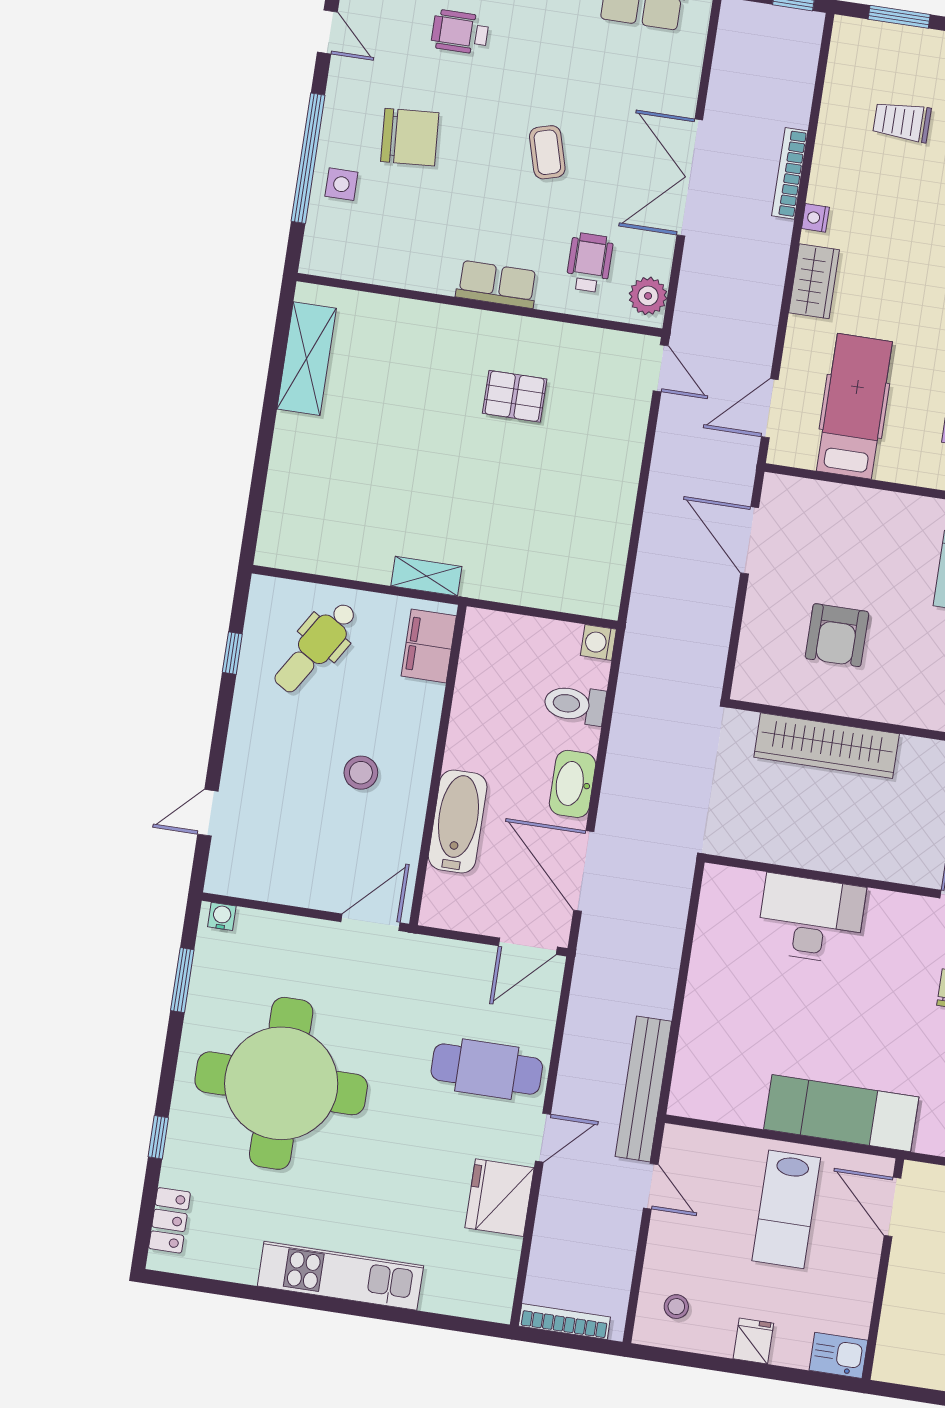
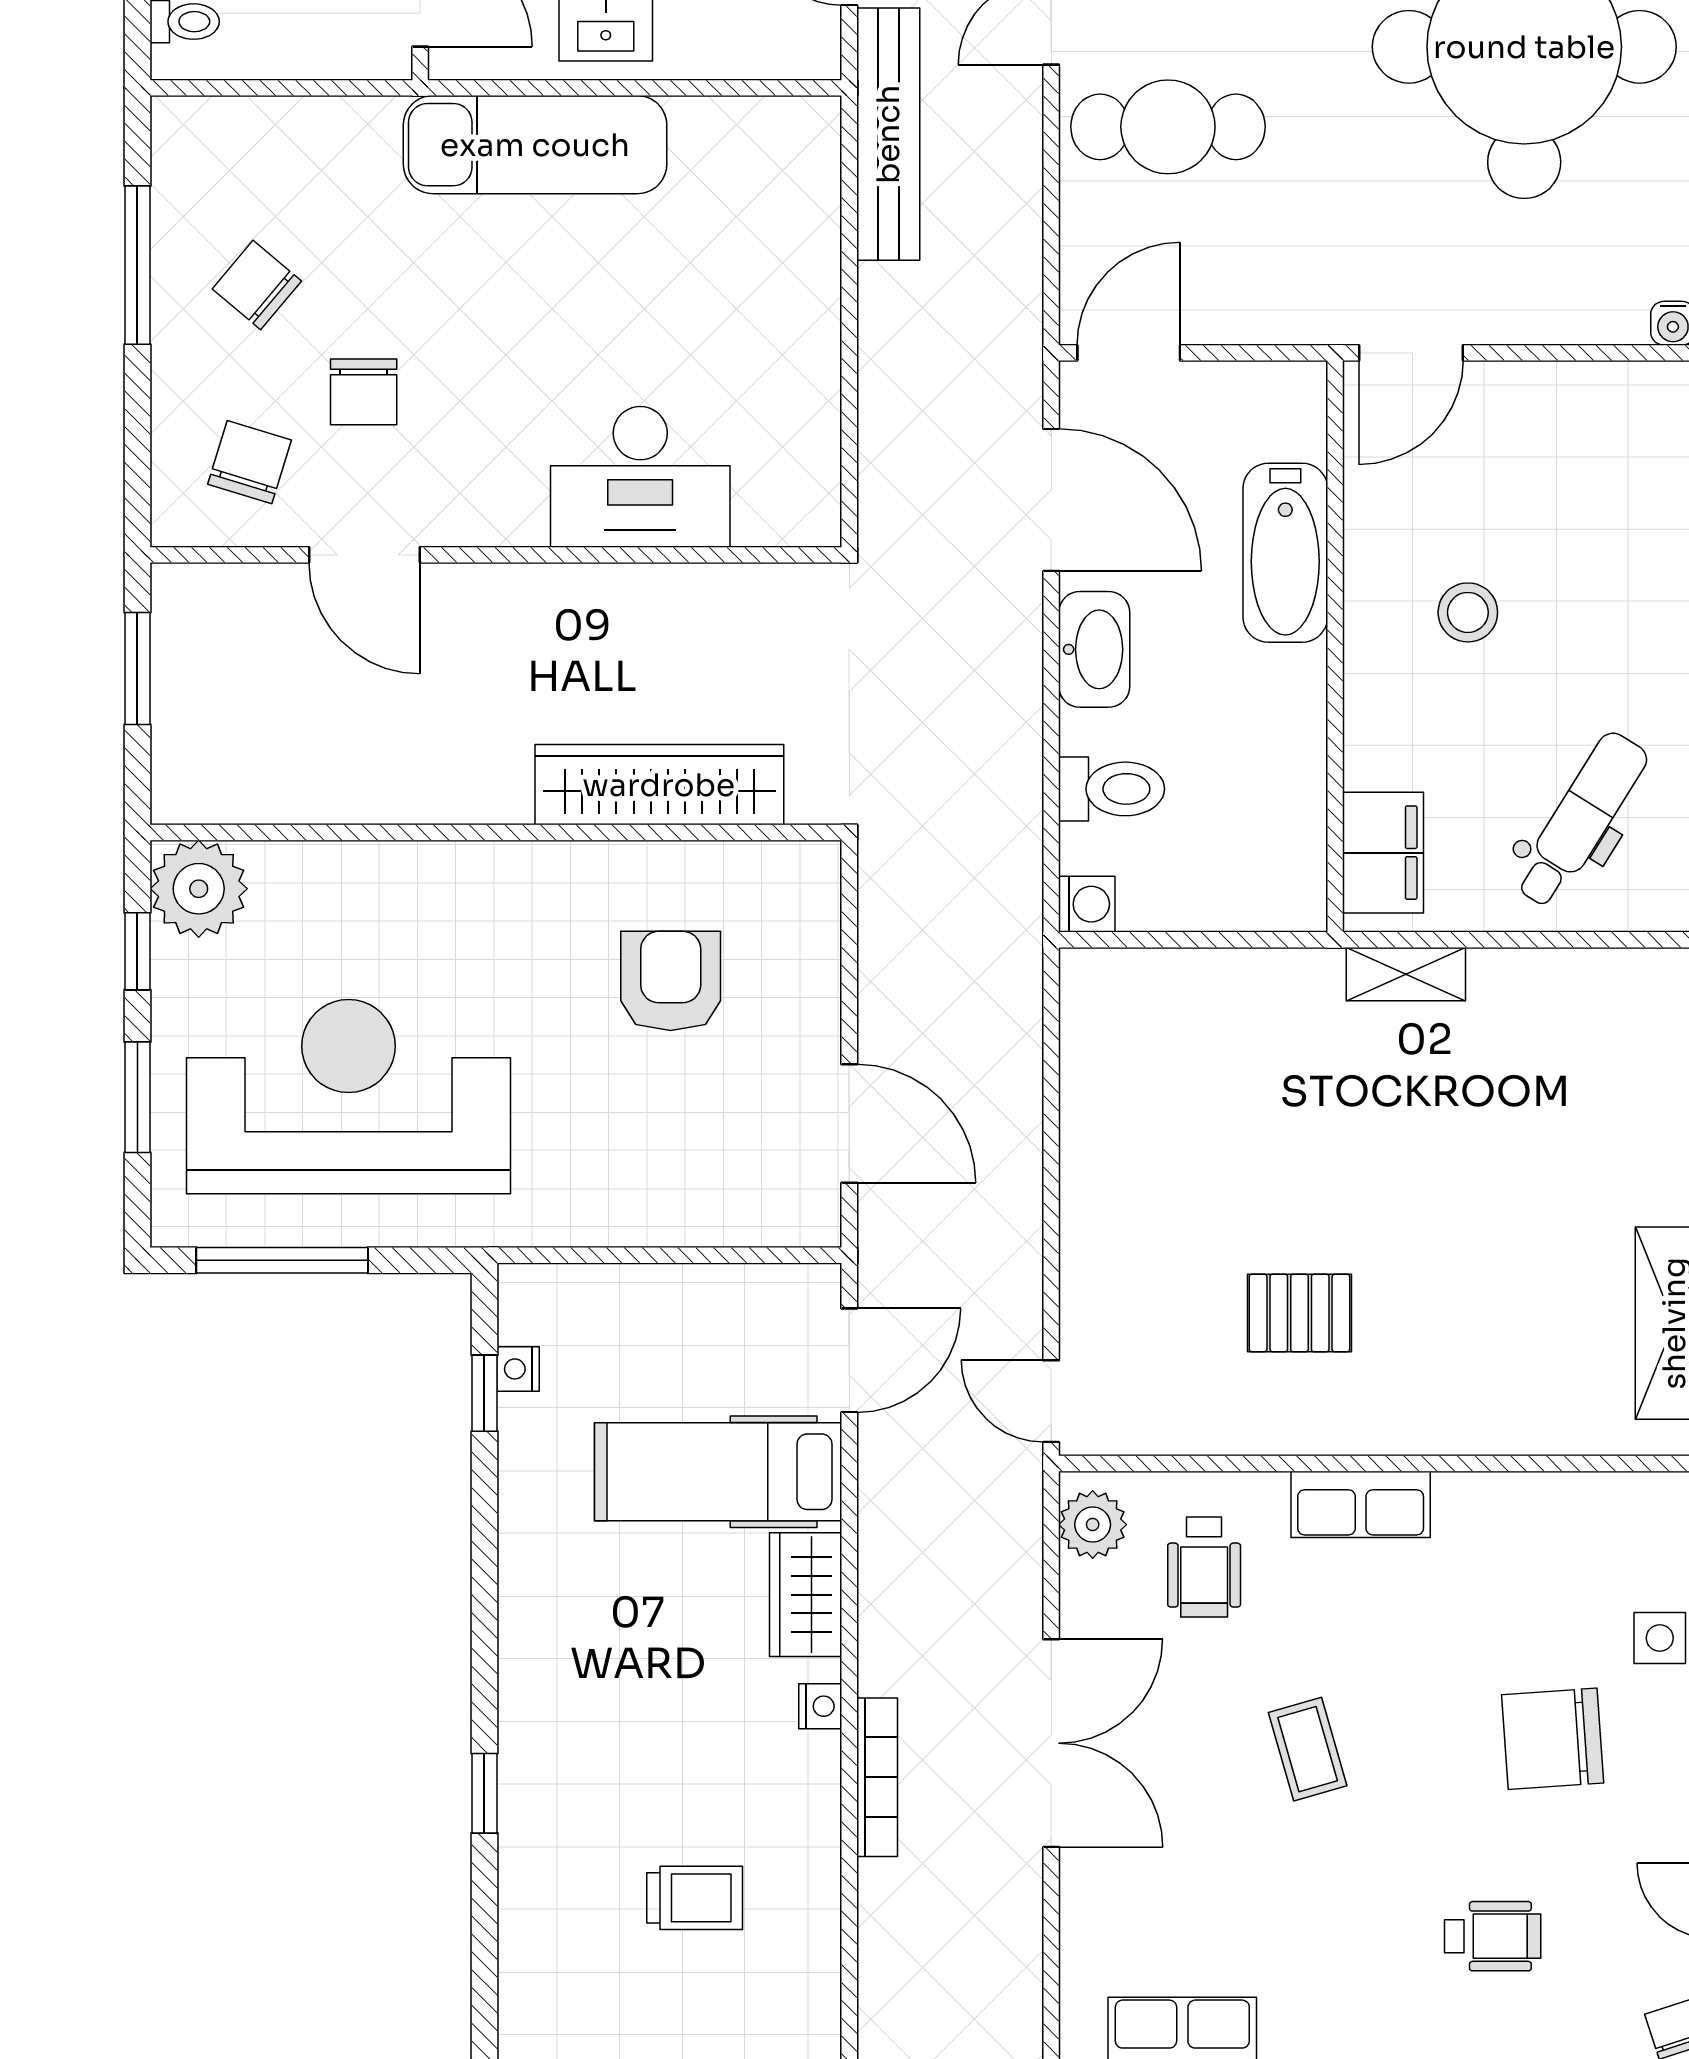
hospital bed: (854, 406) -> (718, 1472), moved, turned 90

